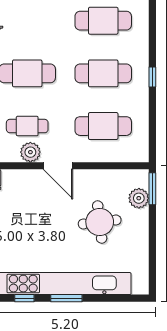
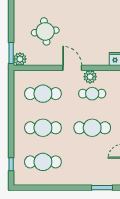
window: (152, 77) -> (11, 164), moved
plant: (139, 198) -> (20, 59), moved

